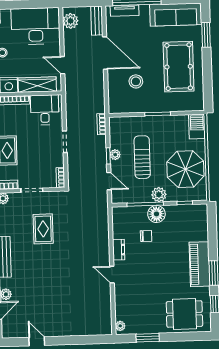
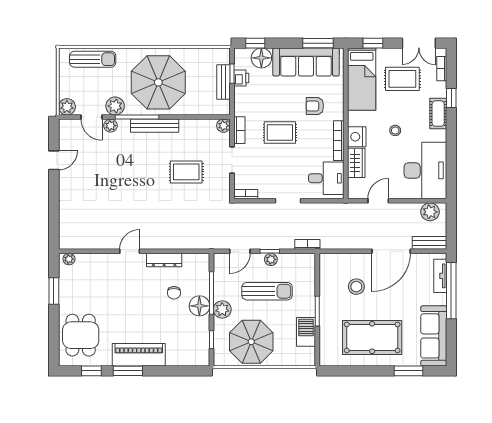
wardrobe: (37, 85) -> (356, 163), width x0.67
barbecue: (197, 127) -> (306, 332), moved, turned -90
dresser: (119, 250) -> (164, 260), width x1.44

